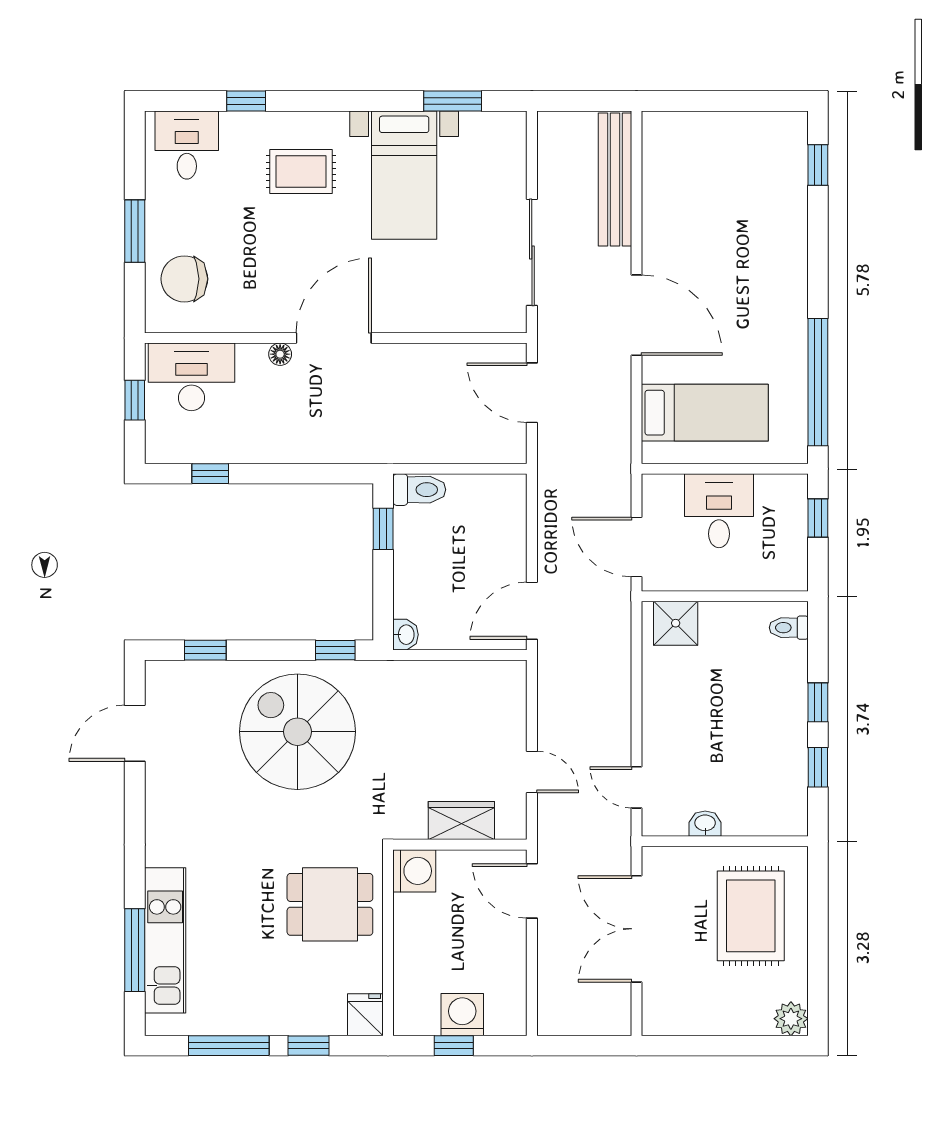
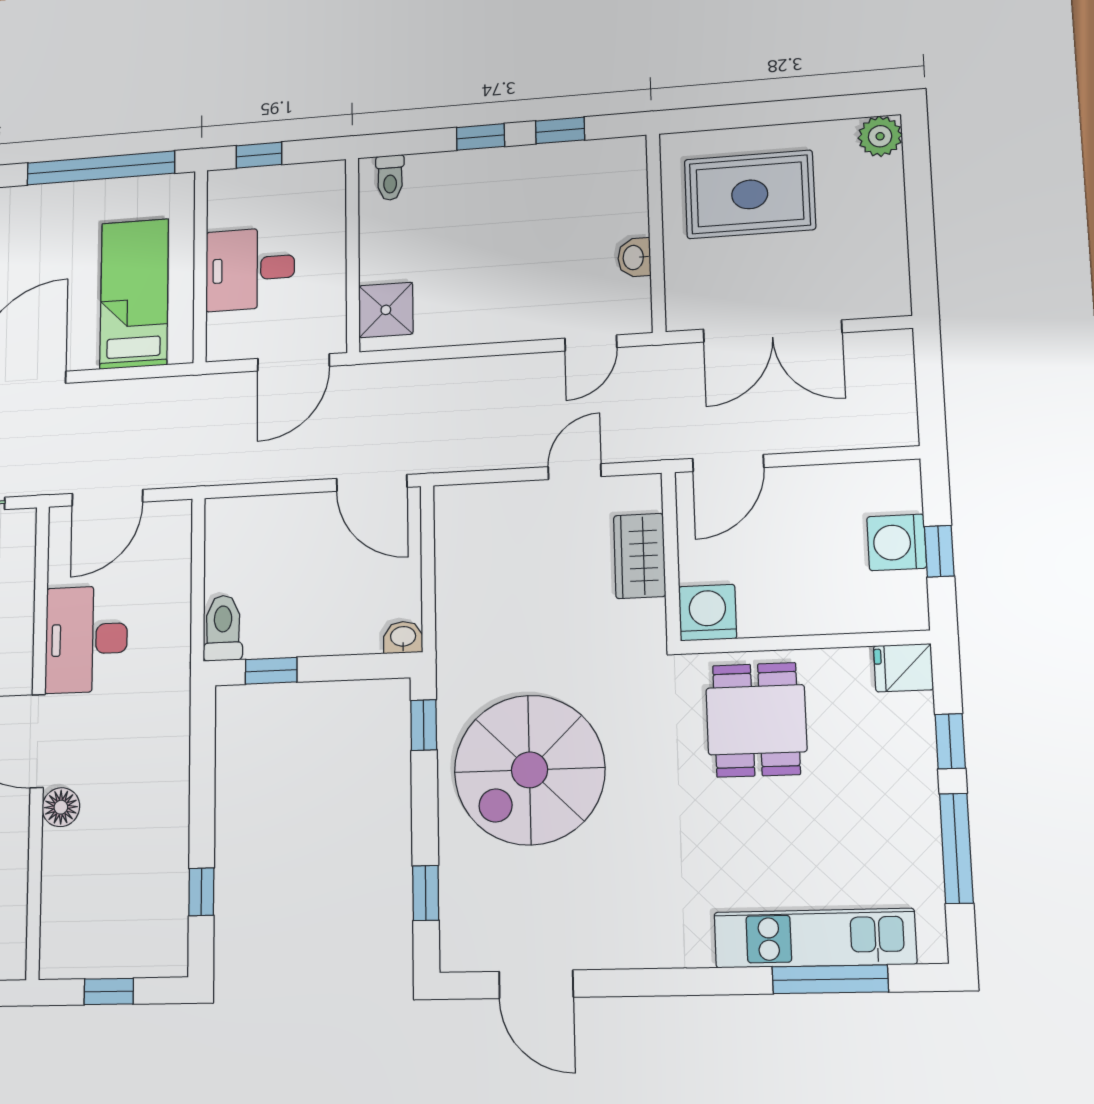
floor lamp: (280, 354) -> (61, 807), width x1.37, depth x1.37
desk: (191, 377) -> (86, 639), moved

